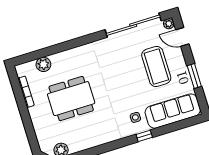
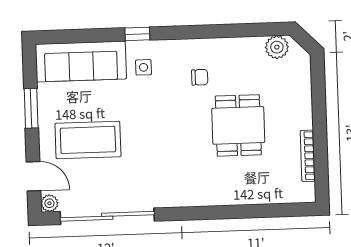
plant: (43, 64) -> (268, 192), removed
coffee table: (156, 67) -> (88, 140), turned 90
dining table: (71, 99) -> (238, 125), width x0.73
chair: (101, 121) -> (200, 77), added

